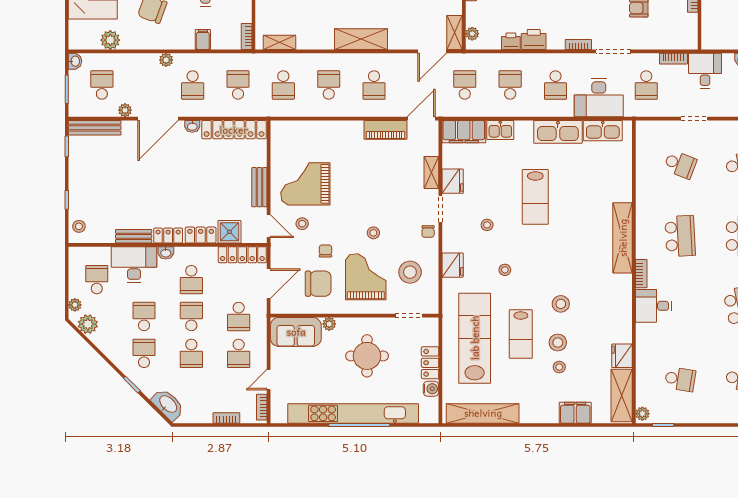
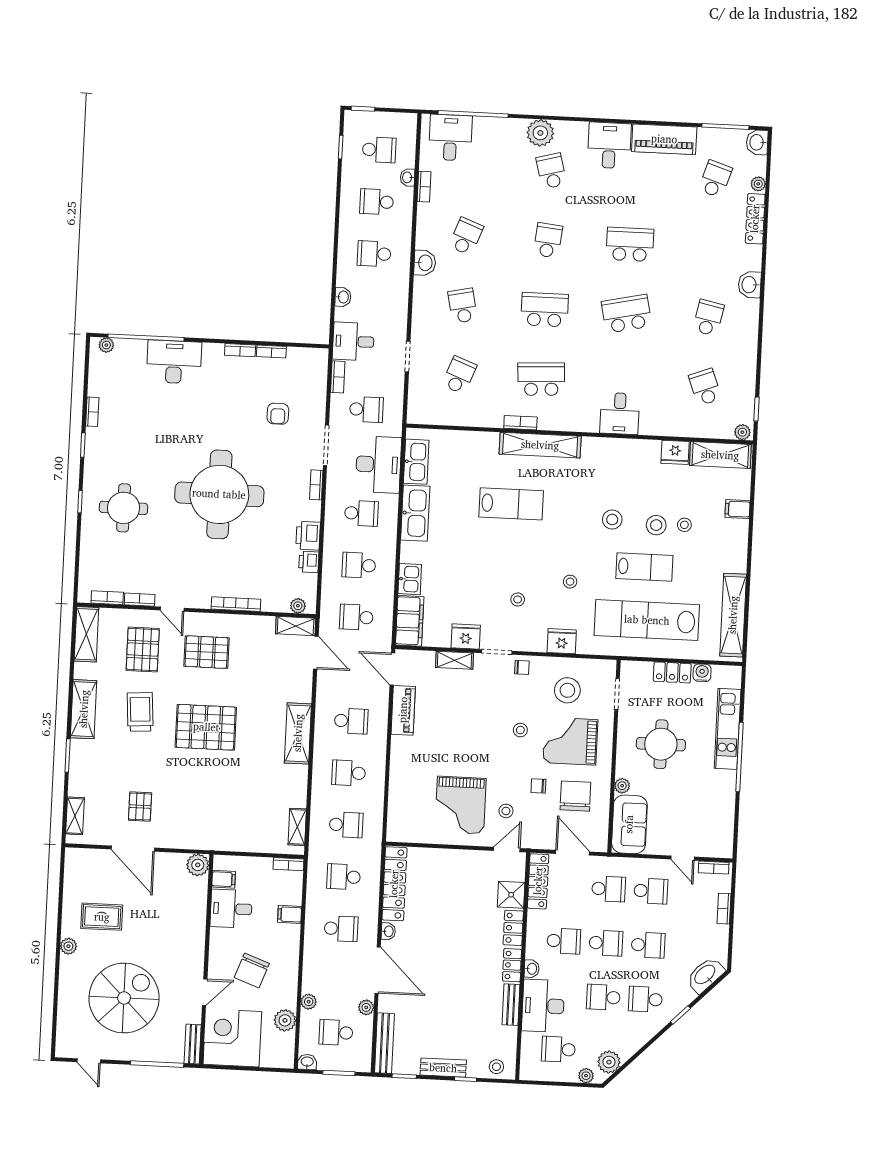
plant: (166, 60) -> (309, 1002), moved
bench: (259, 187) -> (443, 1068), moved
lab bench: (535, 197) -> (511, 504), moved
bookcase: (641, 274) -> (520, 423), moved
school desk: (191, 317) -> (606, 943), turned 180
school desk: (680, 379) -> (705, 387), turned -30
kitchen unit: (353, 413) -> (728, 729), width x0.54
filing cabinet: (575, 413) -> (738, 509), width x0.50

